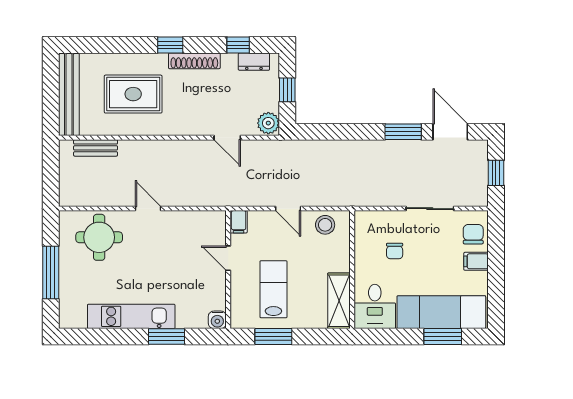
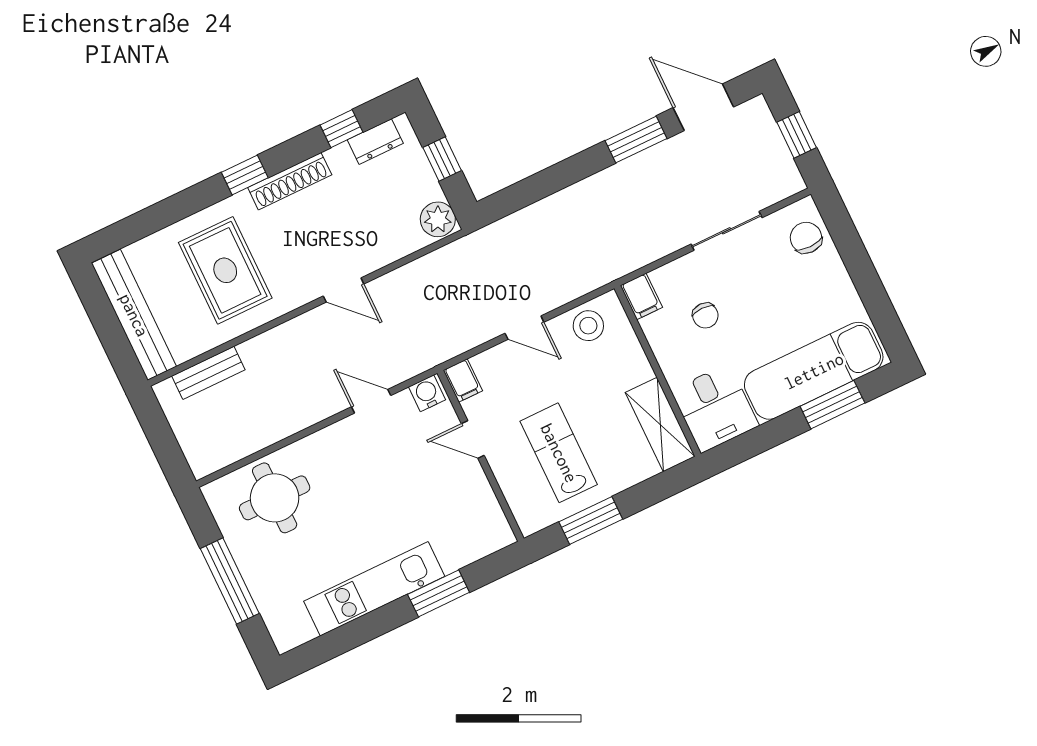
rug: (133, 94) -> (225, 270), turned 90
door: (227, 138) -> (344, 290), moved
door: (148, 209) -> (371, 401), moved
filing cabinet: (476, 261) -> (641, 296), moved, turned -90
water cooler: (217, 320) -> (427, 393), moved, turned 180

